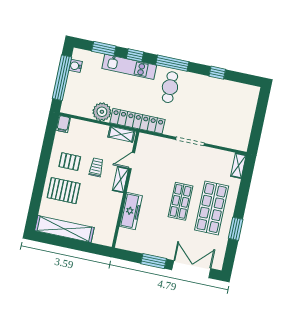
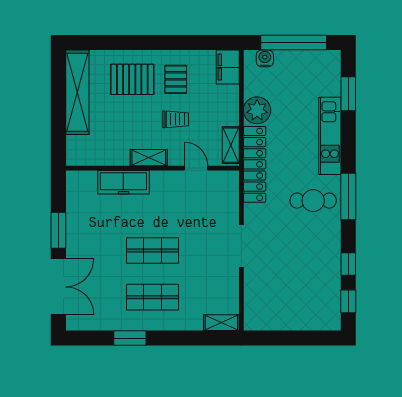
window: (135, 55) -> (348, 301), moved
water cooler: (75, 66) -> (265, 58), moved
filing cabinet: (63, 124) -> (228, 67), width x2.00
shelving: (120, 179) -> (149, 158), moved
pallet: (64, 191) -> (132, 79), turned 90
shop shelf: (212, 208) -> (152, 297), width x0.70, depth x0.74

